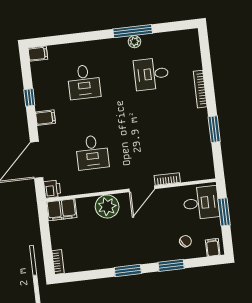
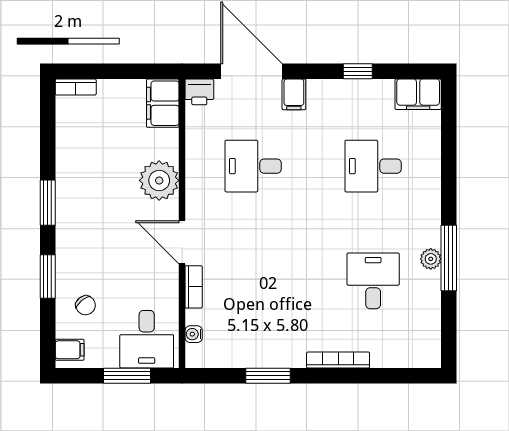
filing cabinet: (38, 54) -> (418, 94), width x2.00
filing cabinet: (45, 118) -> (294, 94), moved
water cooler: (195, 176) -> (194, 334), added

